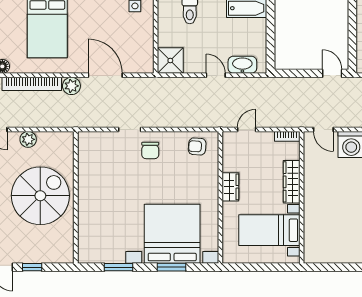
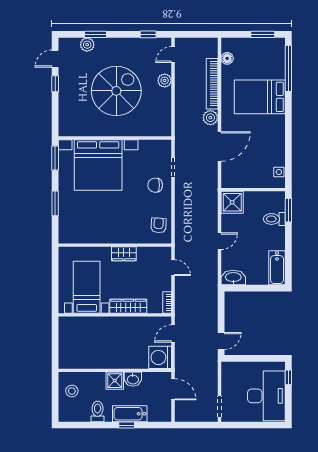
washbasin: (242, 65) -> (233, 278), moved, turned -90
spiral stairs: (40, 196) -> (116, 91), turned -90
wall: (76, 197) -> (115, 138), moved
bed with nightstands: (172, 234) -> (98, 165), moved, turned 90

